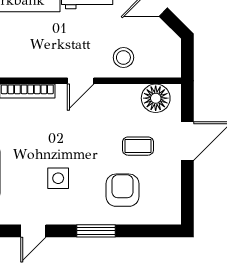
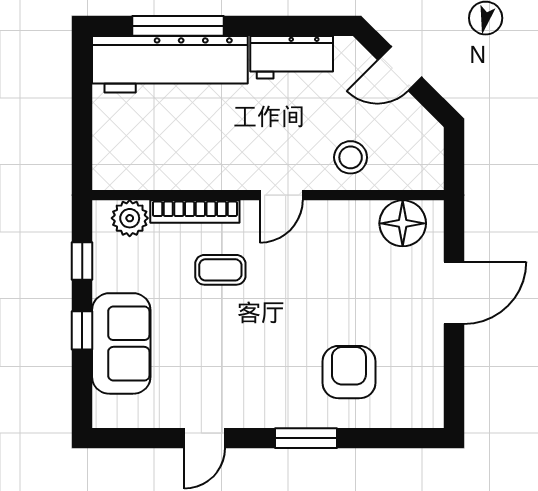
coffee table: (138, 146) -> (220, 270), moved
side table: (58, 178) -> (245, 353), removed

